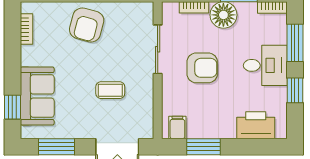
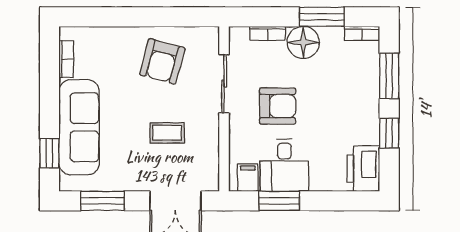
armchair: (87, 25) -> (162, 61), moved
desk: (265, 65) -> (284, 165), moved, turned 90
sofa: (37, 96) -> (79, 127), width x1.36
printer: (256, 125) -> (363, 169), moved, turned -90

